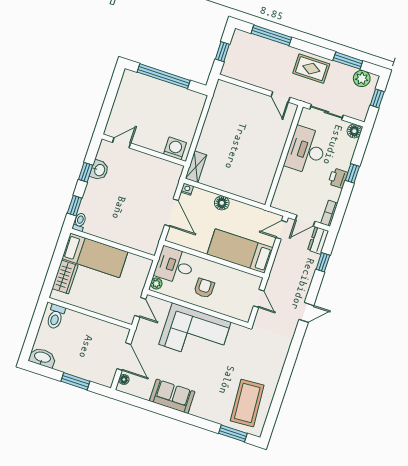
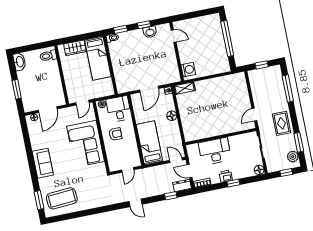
desk: (306, 150) -> (215, 151), moved
sofa: (172, 396) -> (43, 163), moved

